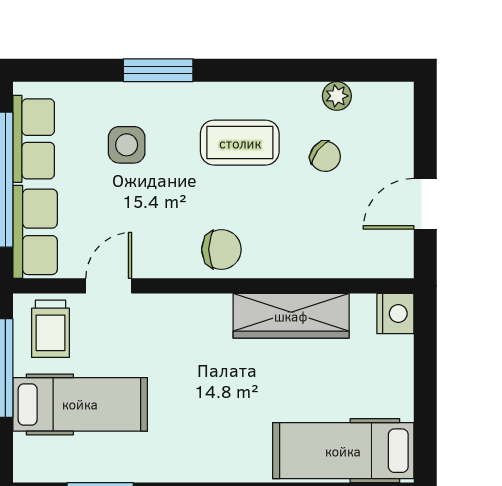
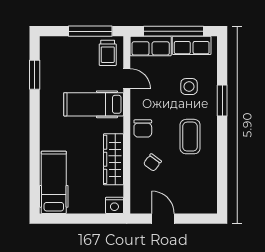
plant: (337, 96) -> (211, 180), removed
chair: (325, 156) -> (152, 163), moved
trolley: (50, 329) -> (108, 53), turned -90
hospital bed: (80, 404) -> (94, 104), moved, turned 90

